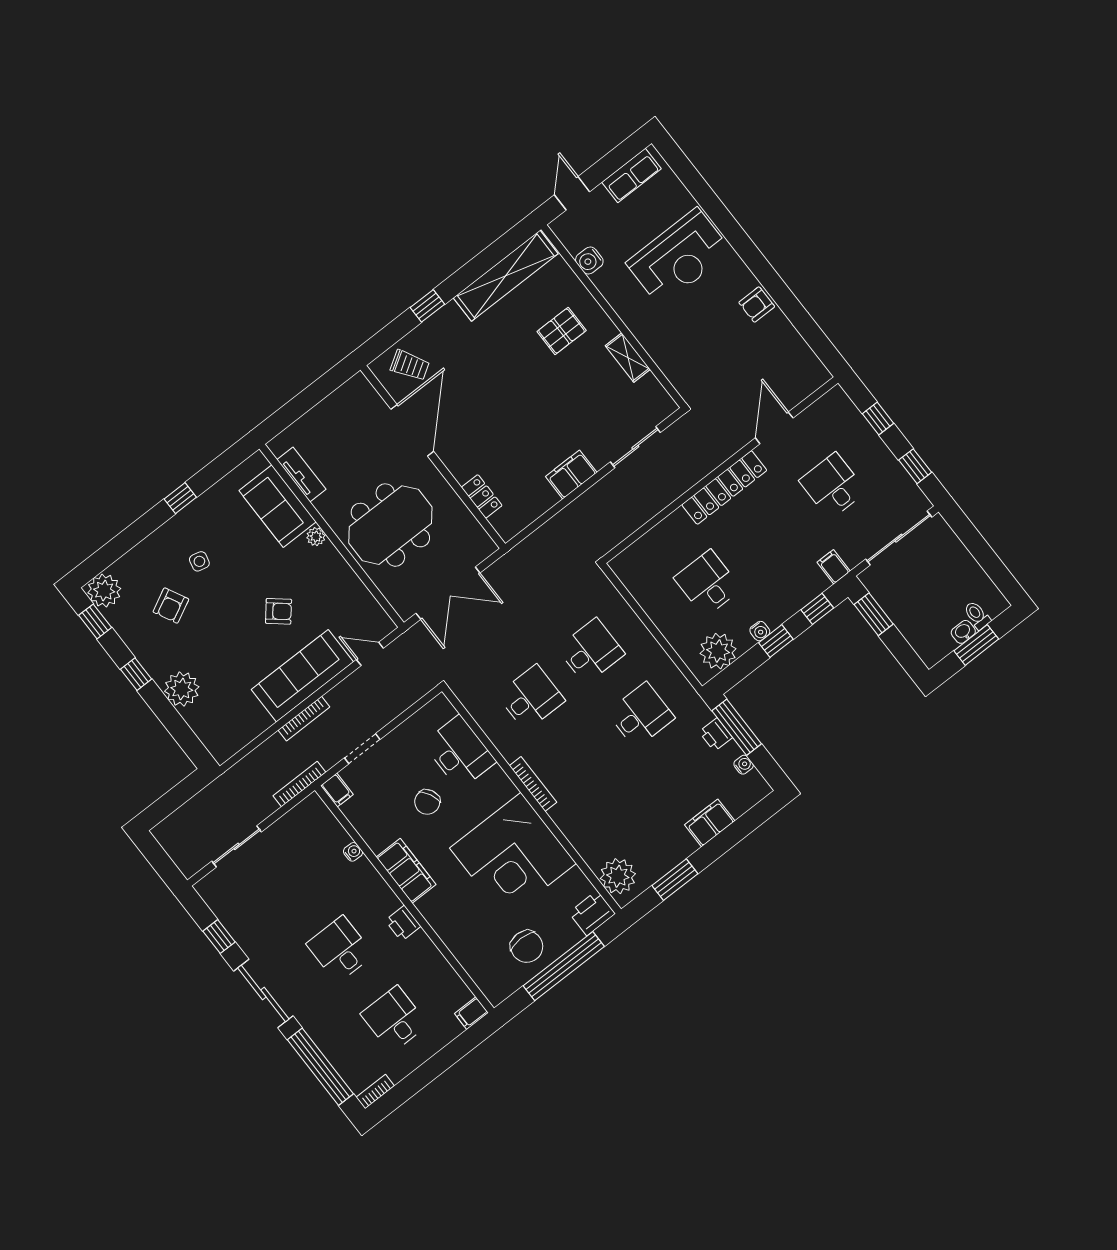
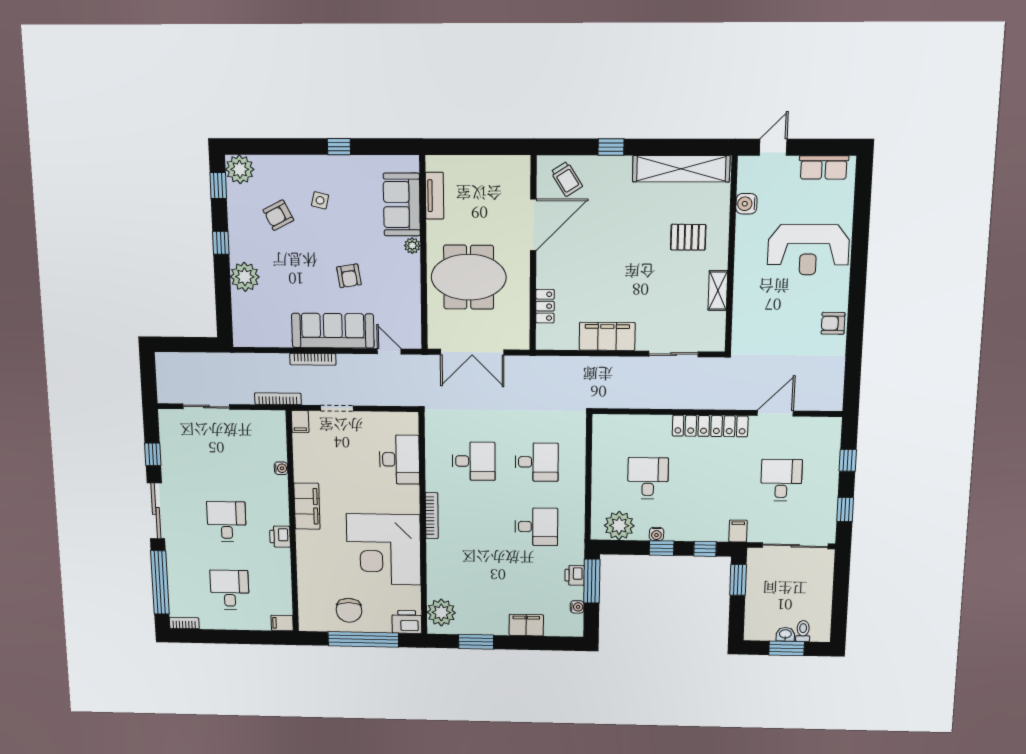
filing cabinet: (571, 474) -> (607, 336), width x1.50, depth x1.17
armchair: (279, 611) -> (349, 276), turned 41
chair: (427, 802) -> (354, 474), removed

